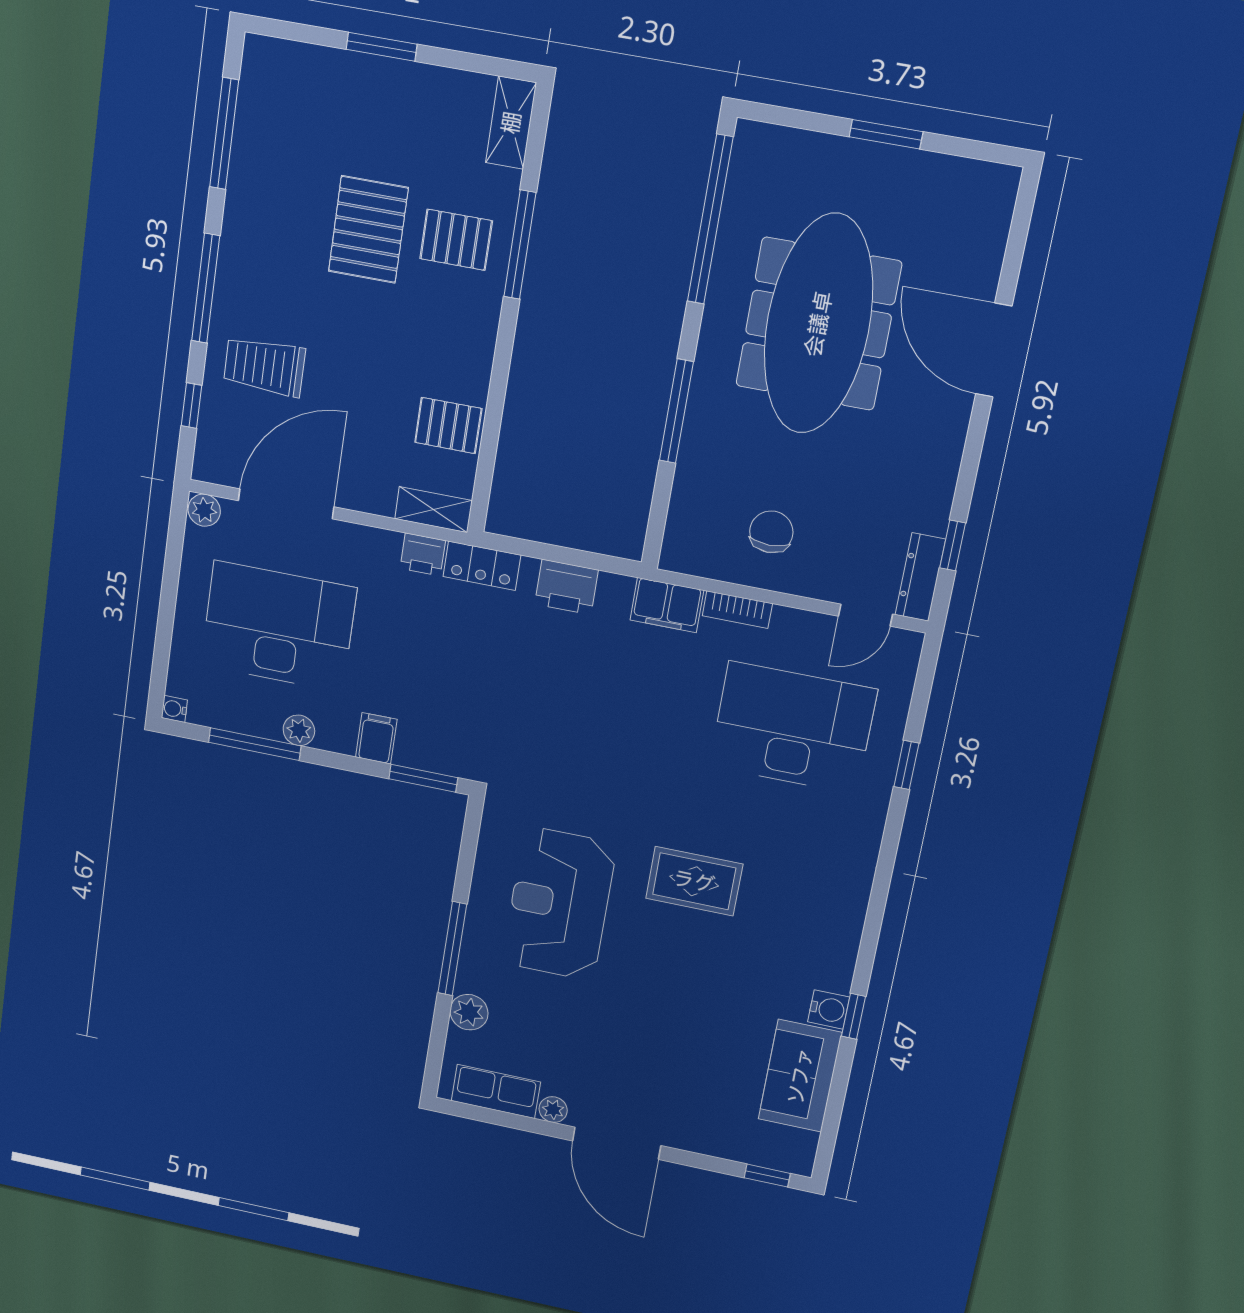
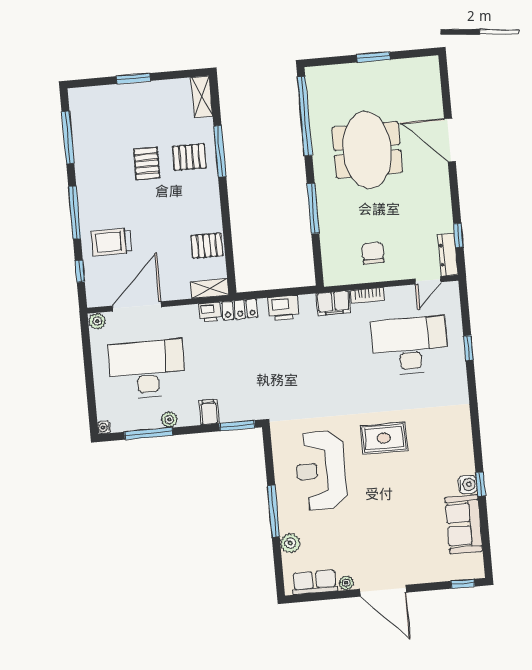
pallet: (368, 229) -> (147, 164), width x0.67, depth x0.71
meeting table: (818, 324) -> (367, 150), width x0.73

